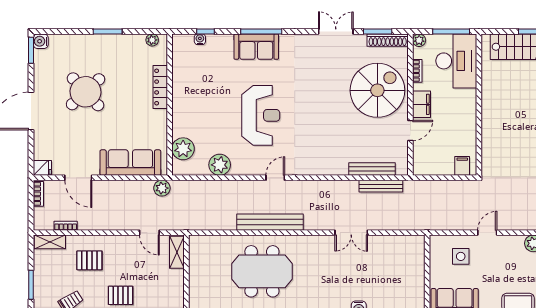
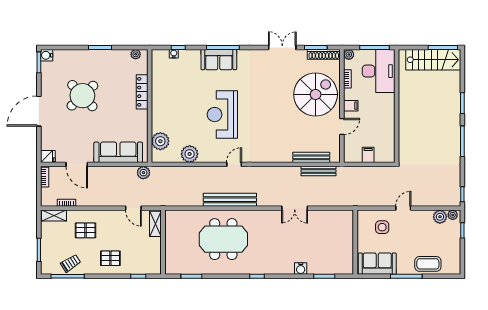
filing cabinet: (422, 104) -> (351, 106), width x0.50
reception desk: (261, 115) -> (222, 115), turned 180
filing cabinet: (462, 166) -> (368, 155), moved

